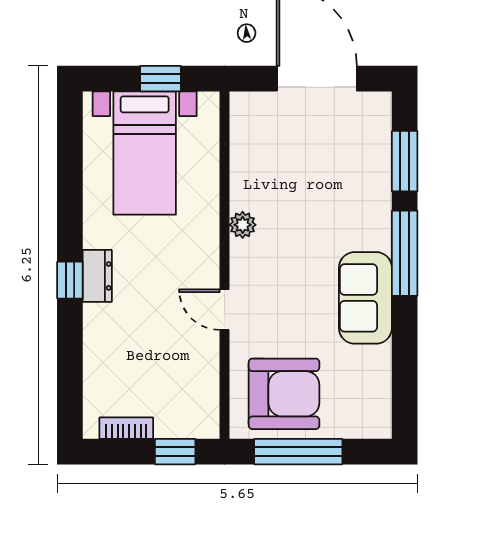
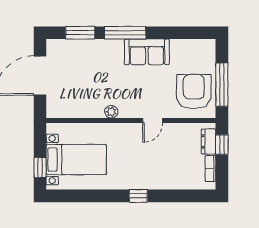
window: (160, 79) -> (40, 168), moved
dresser: (97, 276) -> (208, 141), moved, turned -90

